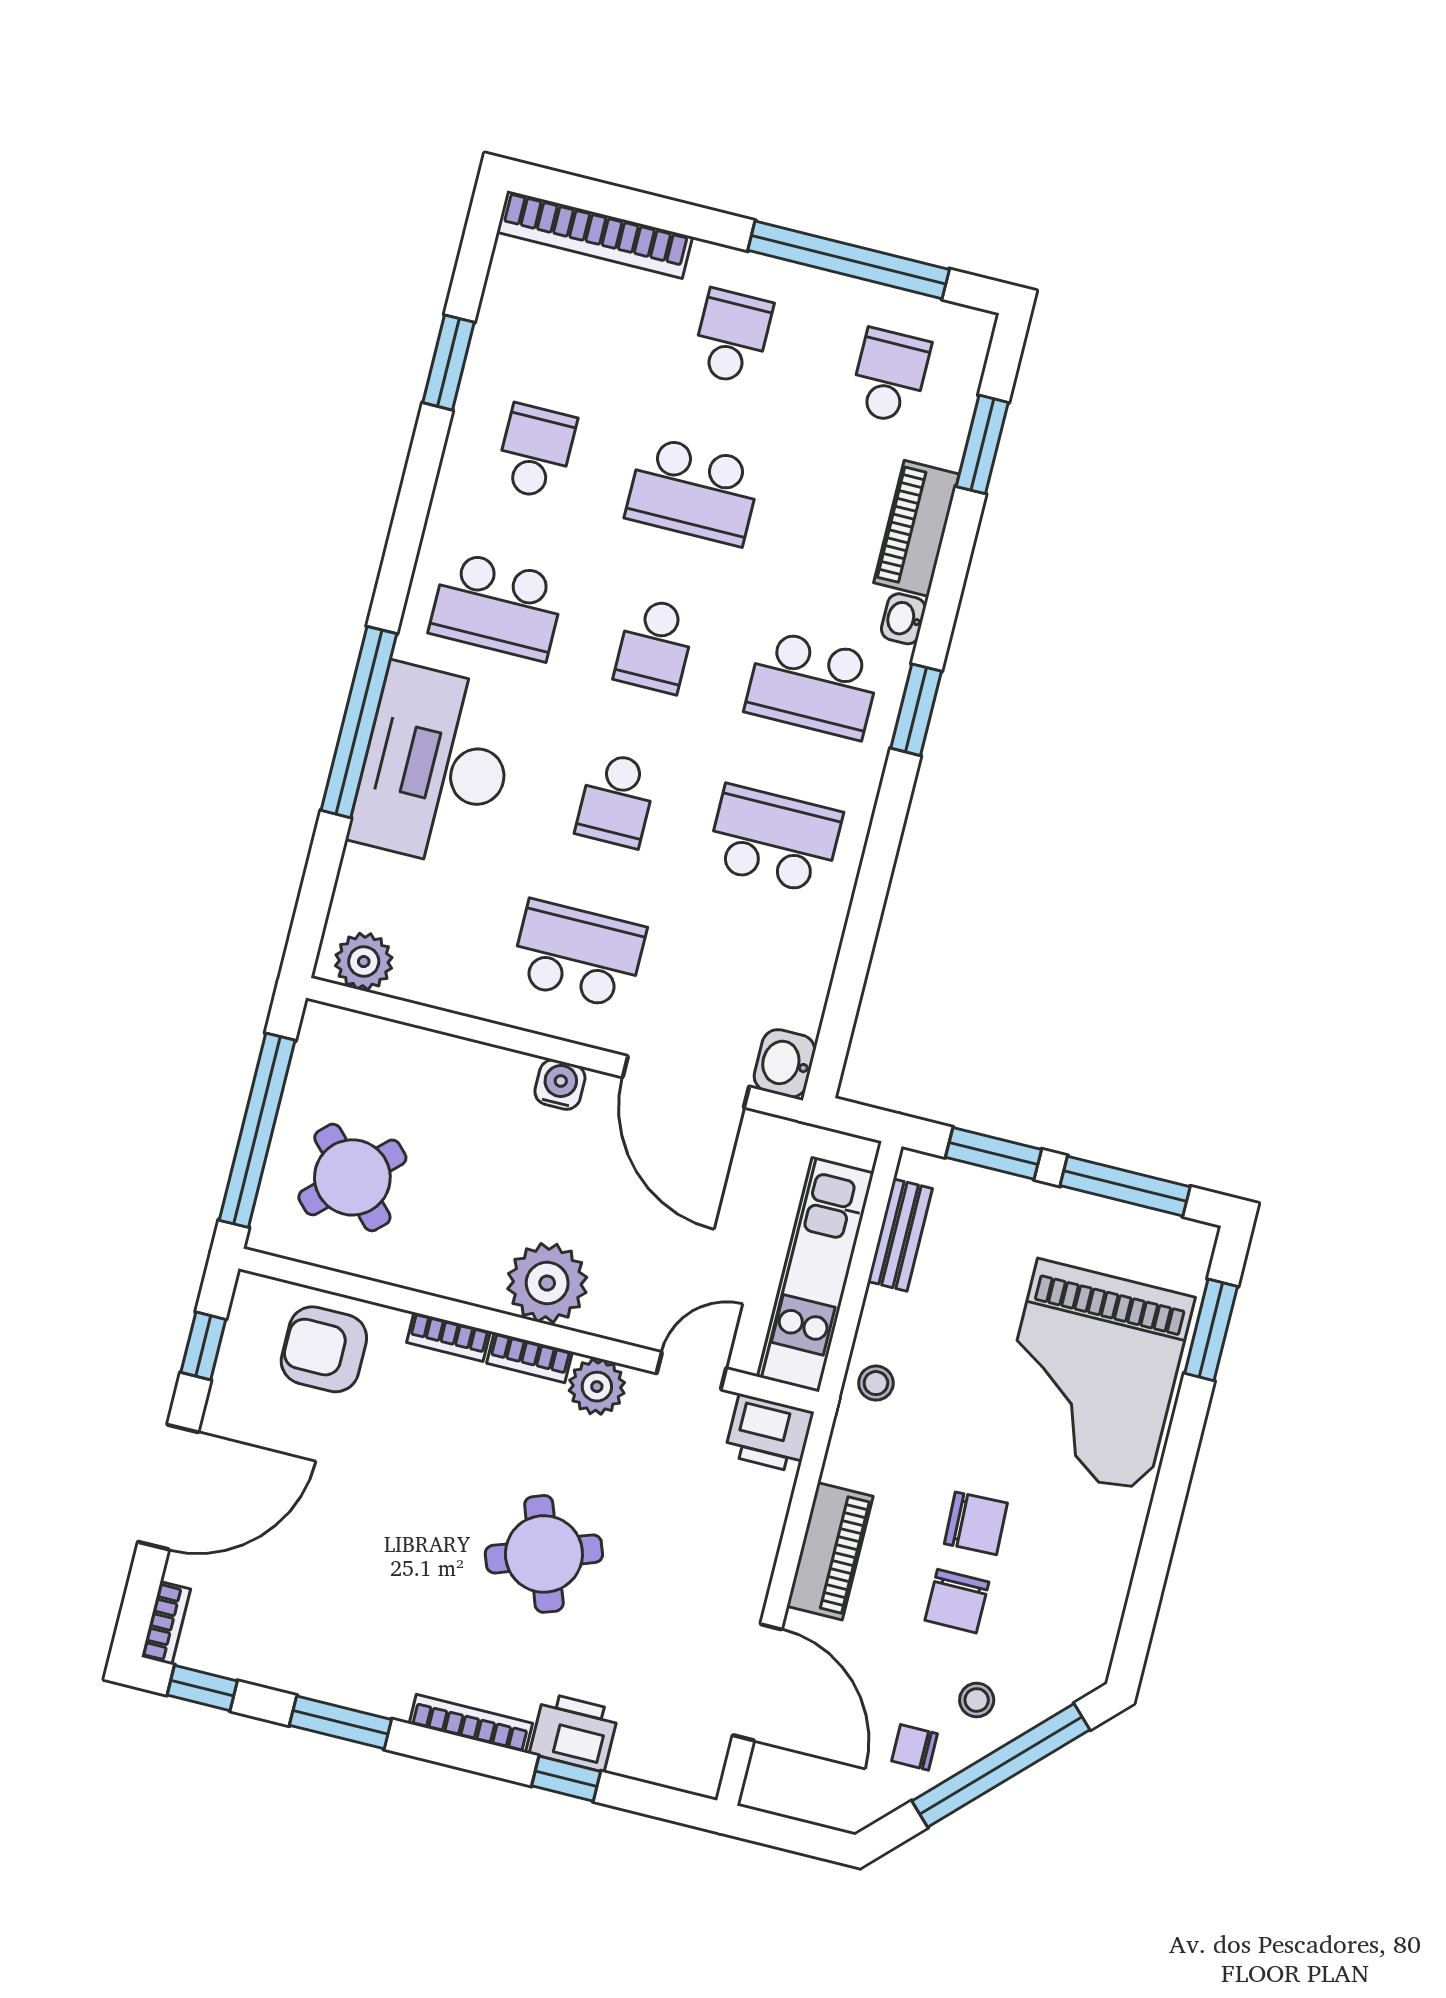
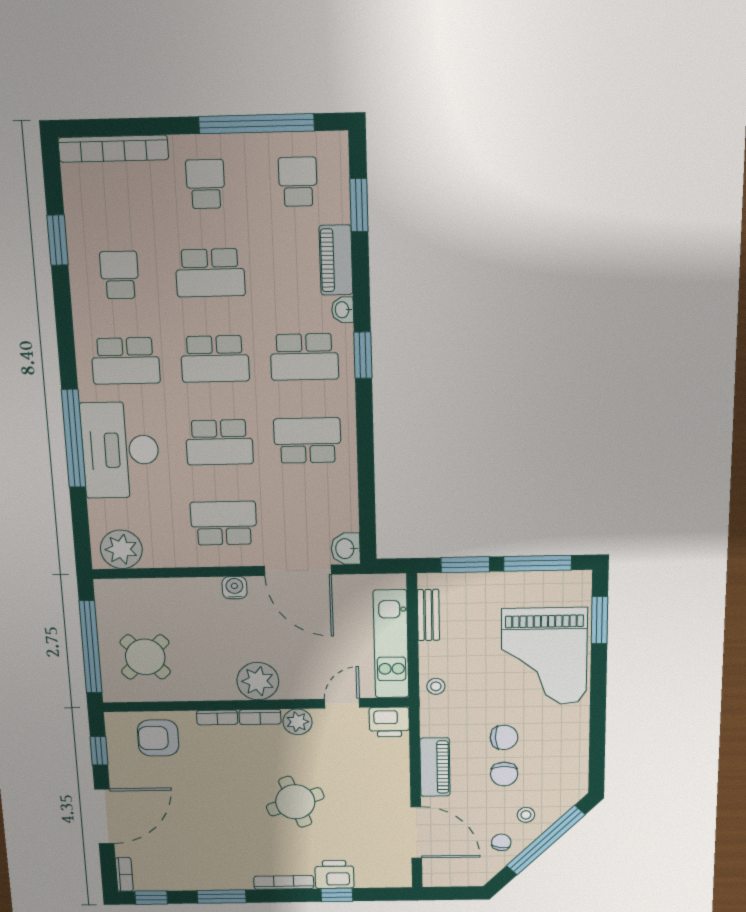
school desk: (655, 645) -> (215, 359), width x1.85
school desk: (617, 800) -> (219, 442), width x1.85
plant: (364, 962) -> (121, 549), width x1.36, depth x1.36
chair: (914, 1747) -> (501, 842), turned 99

